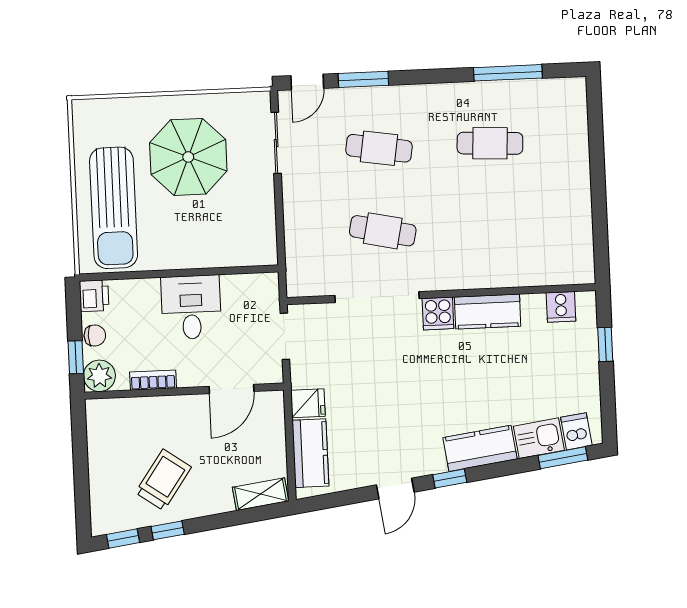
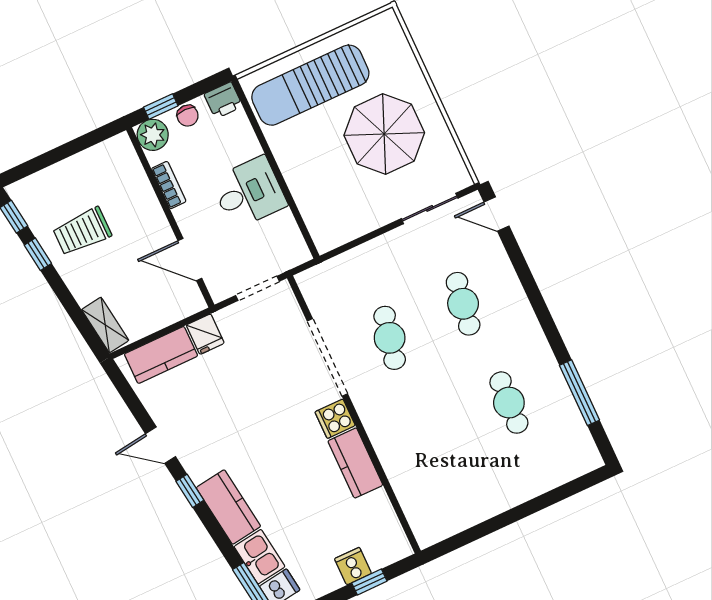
window: (363, 79) -> (520, 264), removed
cooker: (561, 307) -> (353, 566), moved, turned 90
trolley: (163, 480) -> (82, 231), turned 145

